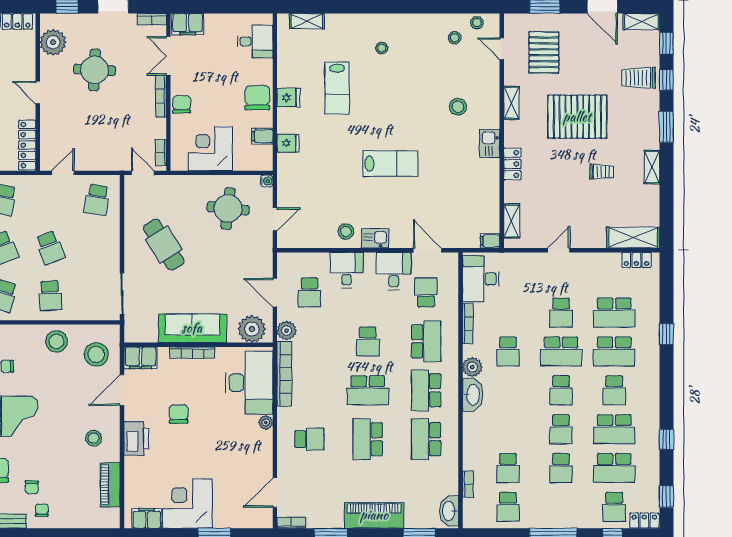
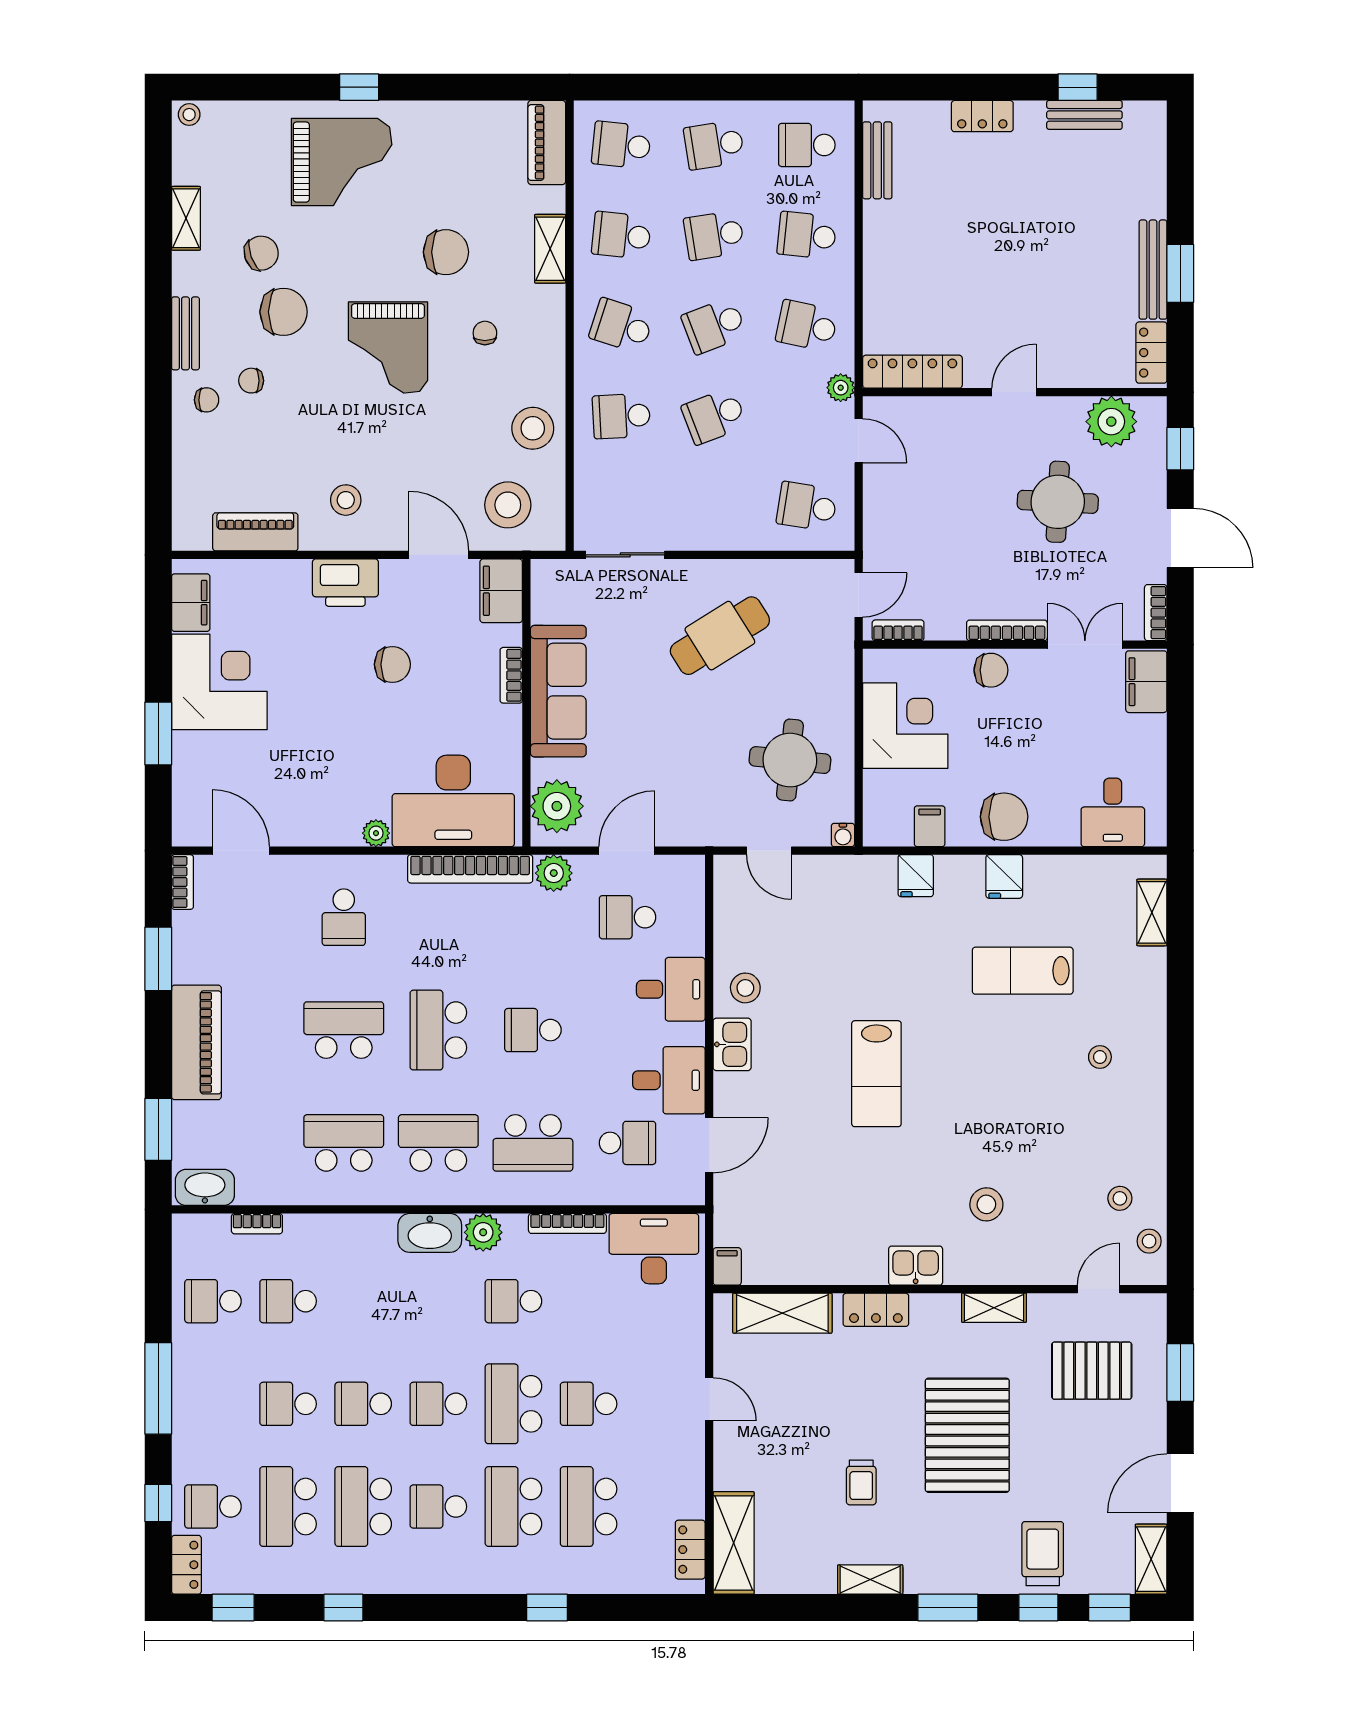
plant: (35, 182) -> (841, 388), added
shelving: (512, 221) -> (782, 1313), width x1.50, depth x1.33
bookcase: (192, 353) -> (511, 675), width x0.64

